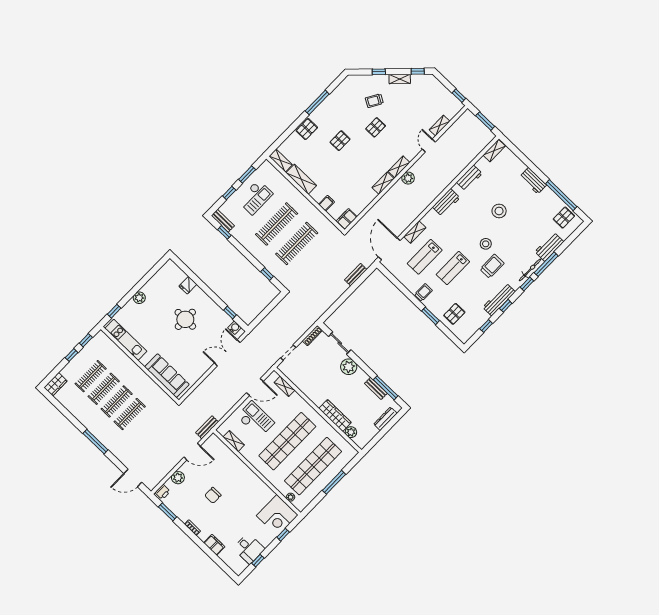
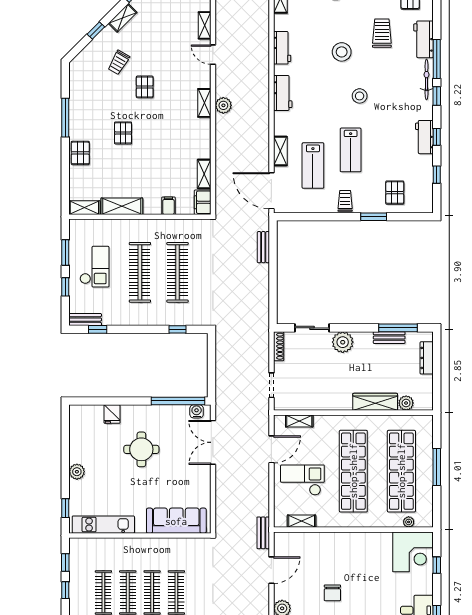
shelving: (383, 183) -> (204, 174), moved
trolley: (492, 266) -> (382, 33), moved
workbench: (499, 300) -> (424, 137), width x0.73
window: (230, 313) -> (178, 401), width x3.17

